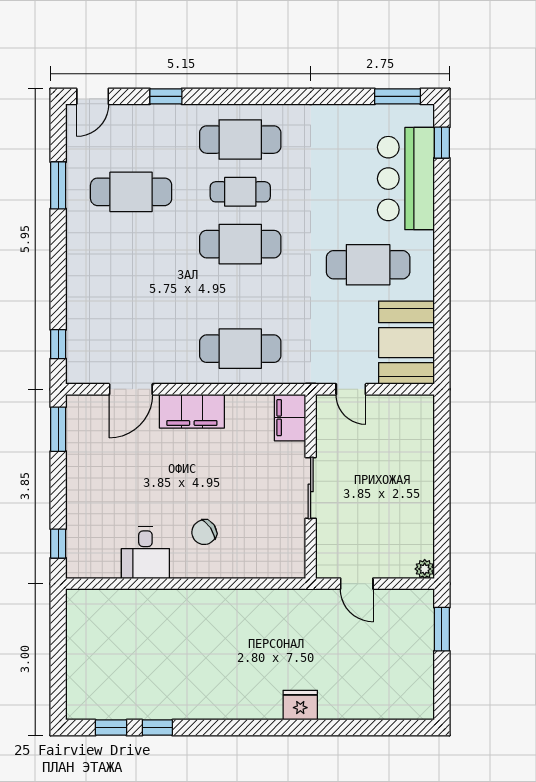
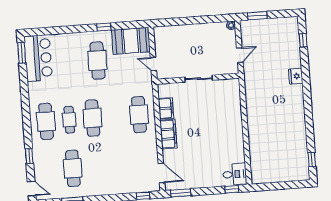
window: (442, 143) -> (104, 27), moved
bar counter: (406, 179) -> (38, 58), moved, turned -90
door: (131, 389) -> (161, 173), moved
door: (351, 389) -> (153, 64), swing flipped
filing cabinet: (290, 418) -> (166, 108), moved, turned -90
chair: (204, 532) -> (222, 125), removed
desk: (145, 553) -> (235, 174), moved
window: (157, 728) -> (303, 40), moved

